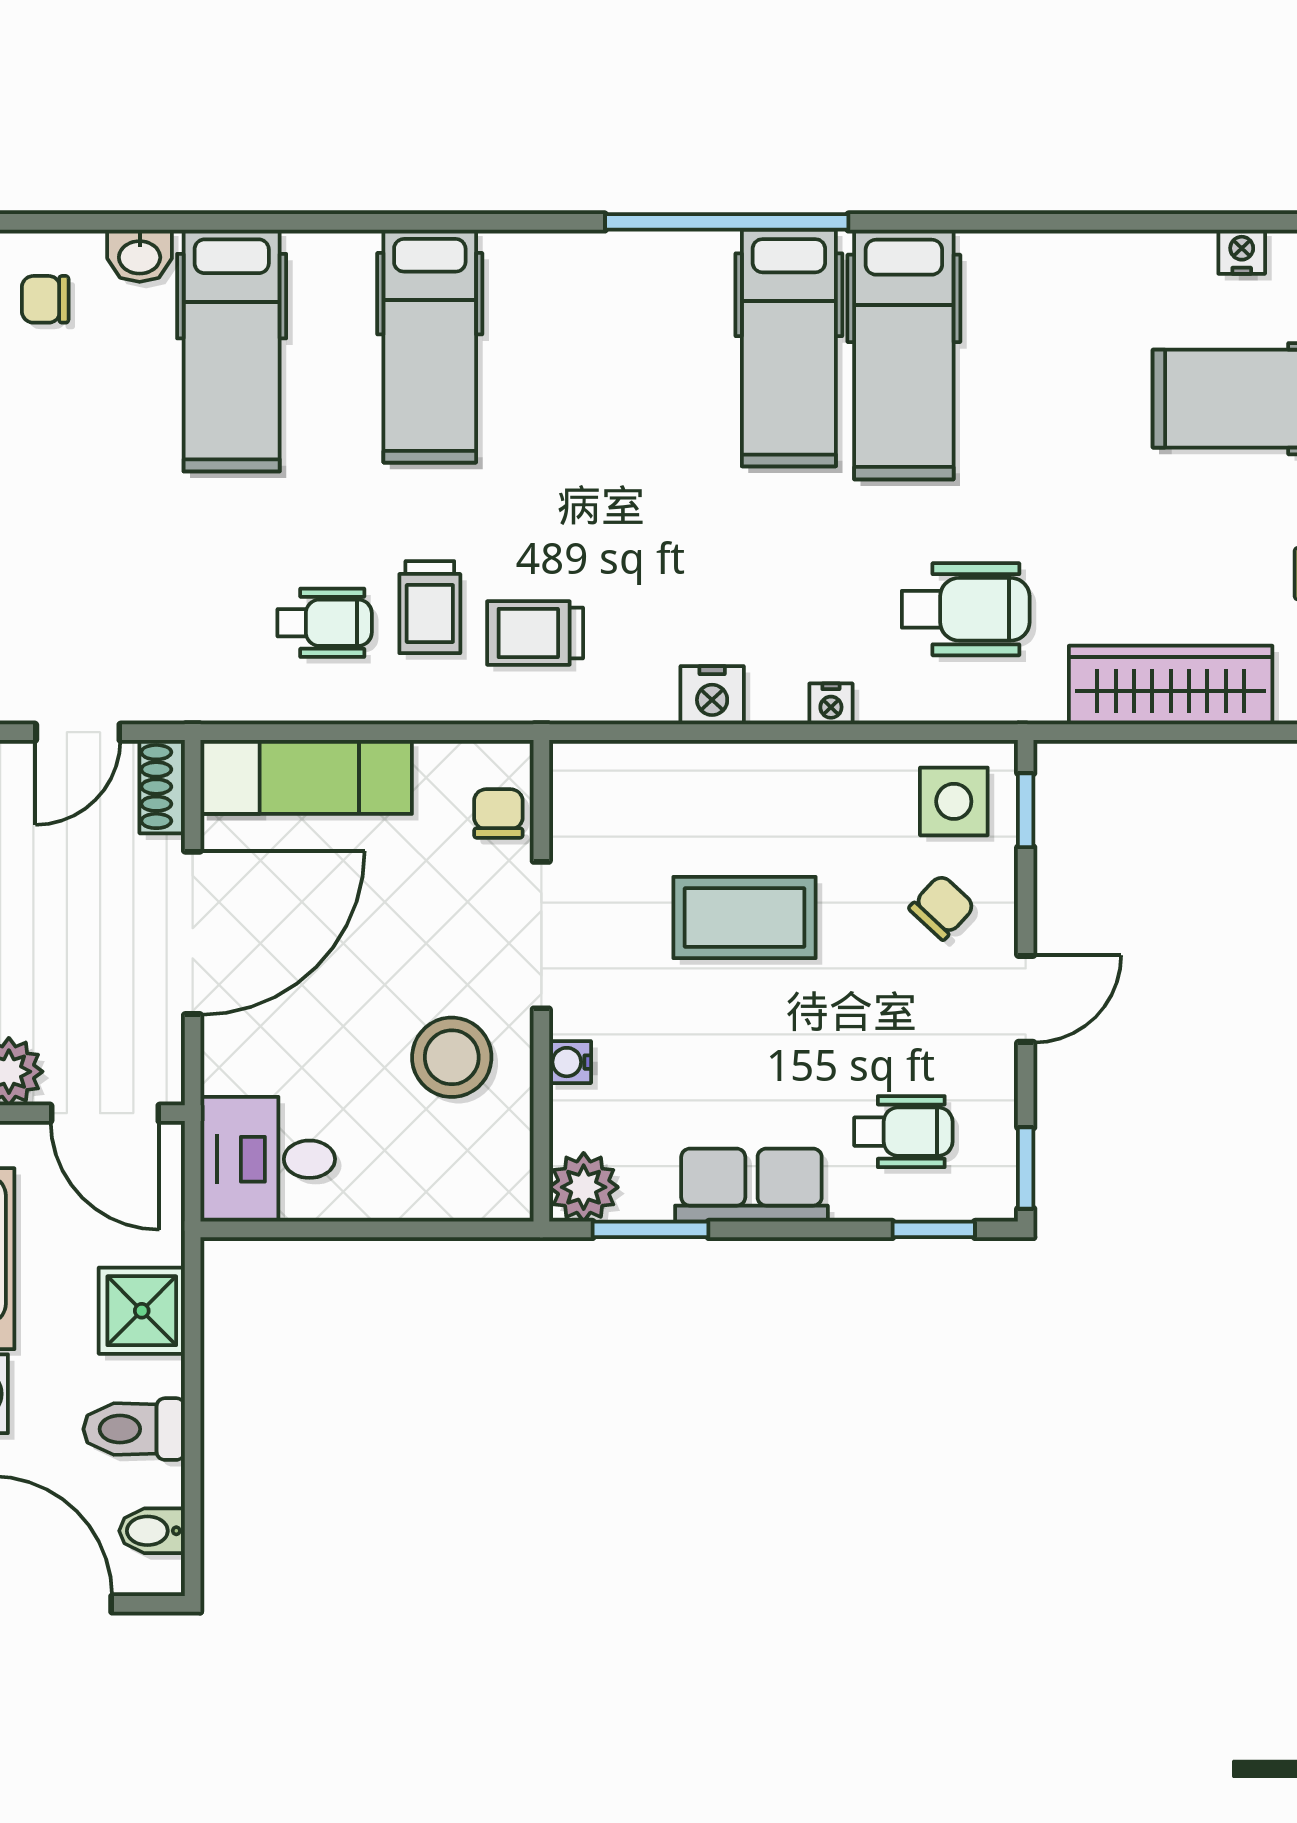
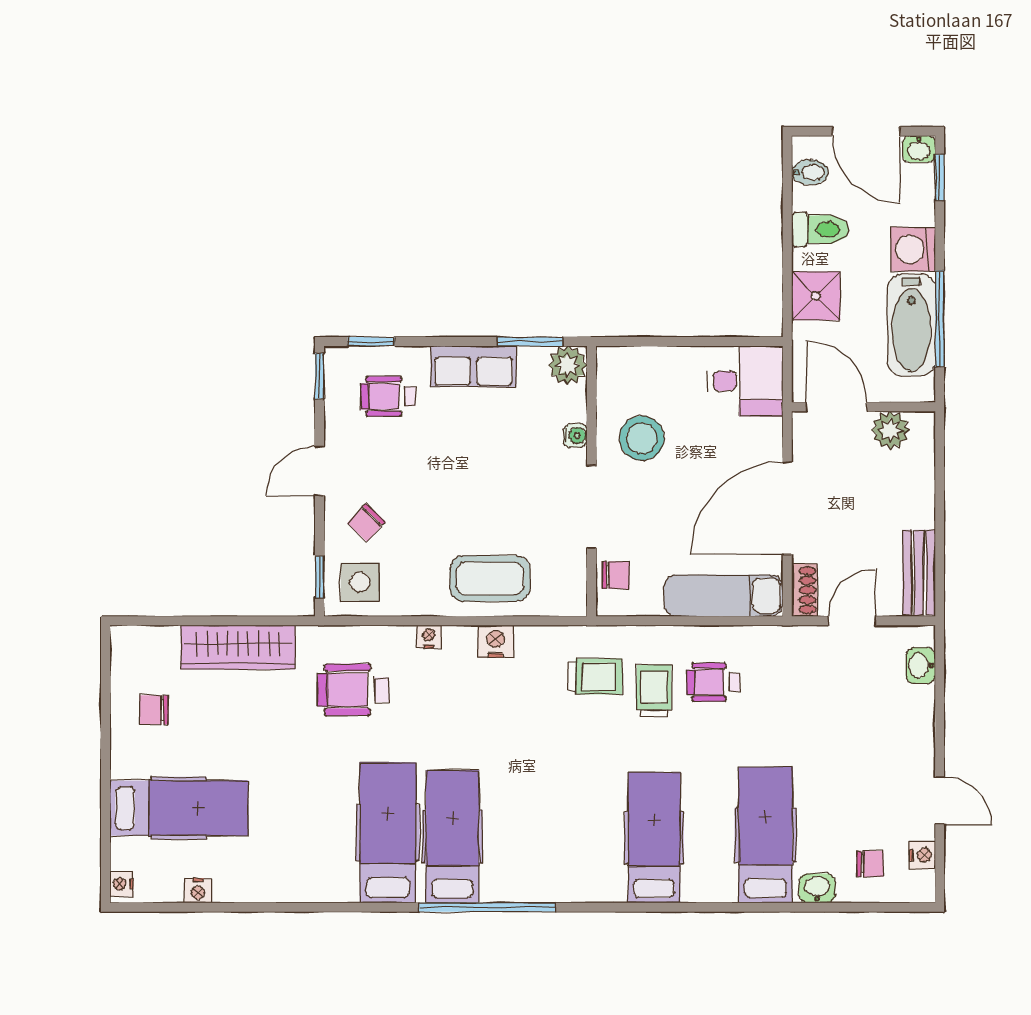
chair: (498, 814) -> (616, 575), turned -90
coffee table: (745, 918) -> (490, 578), moved

